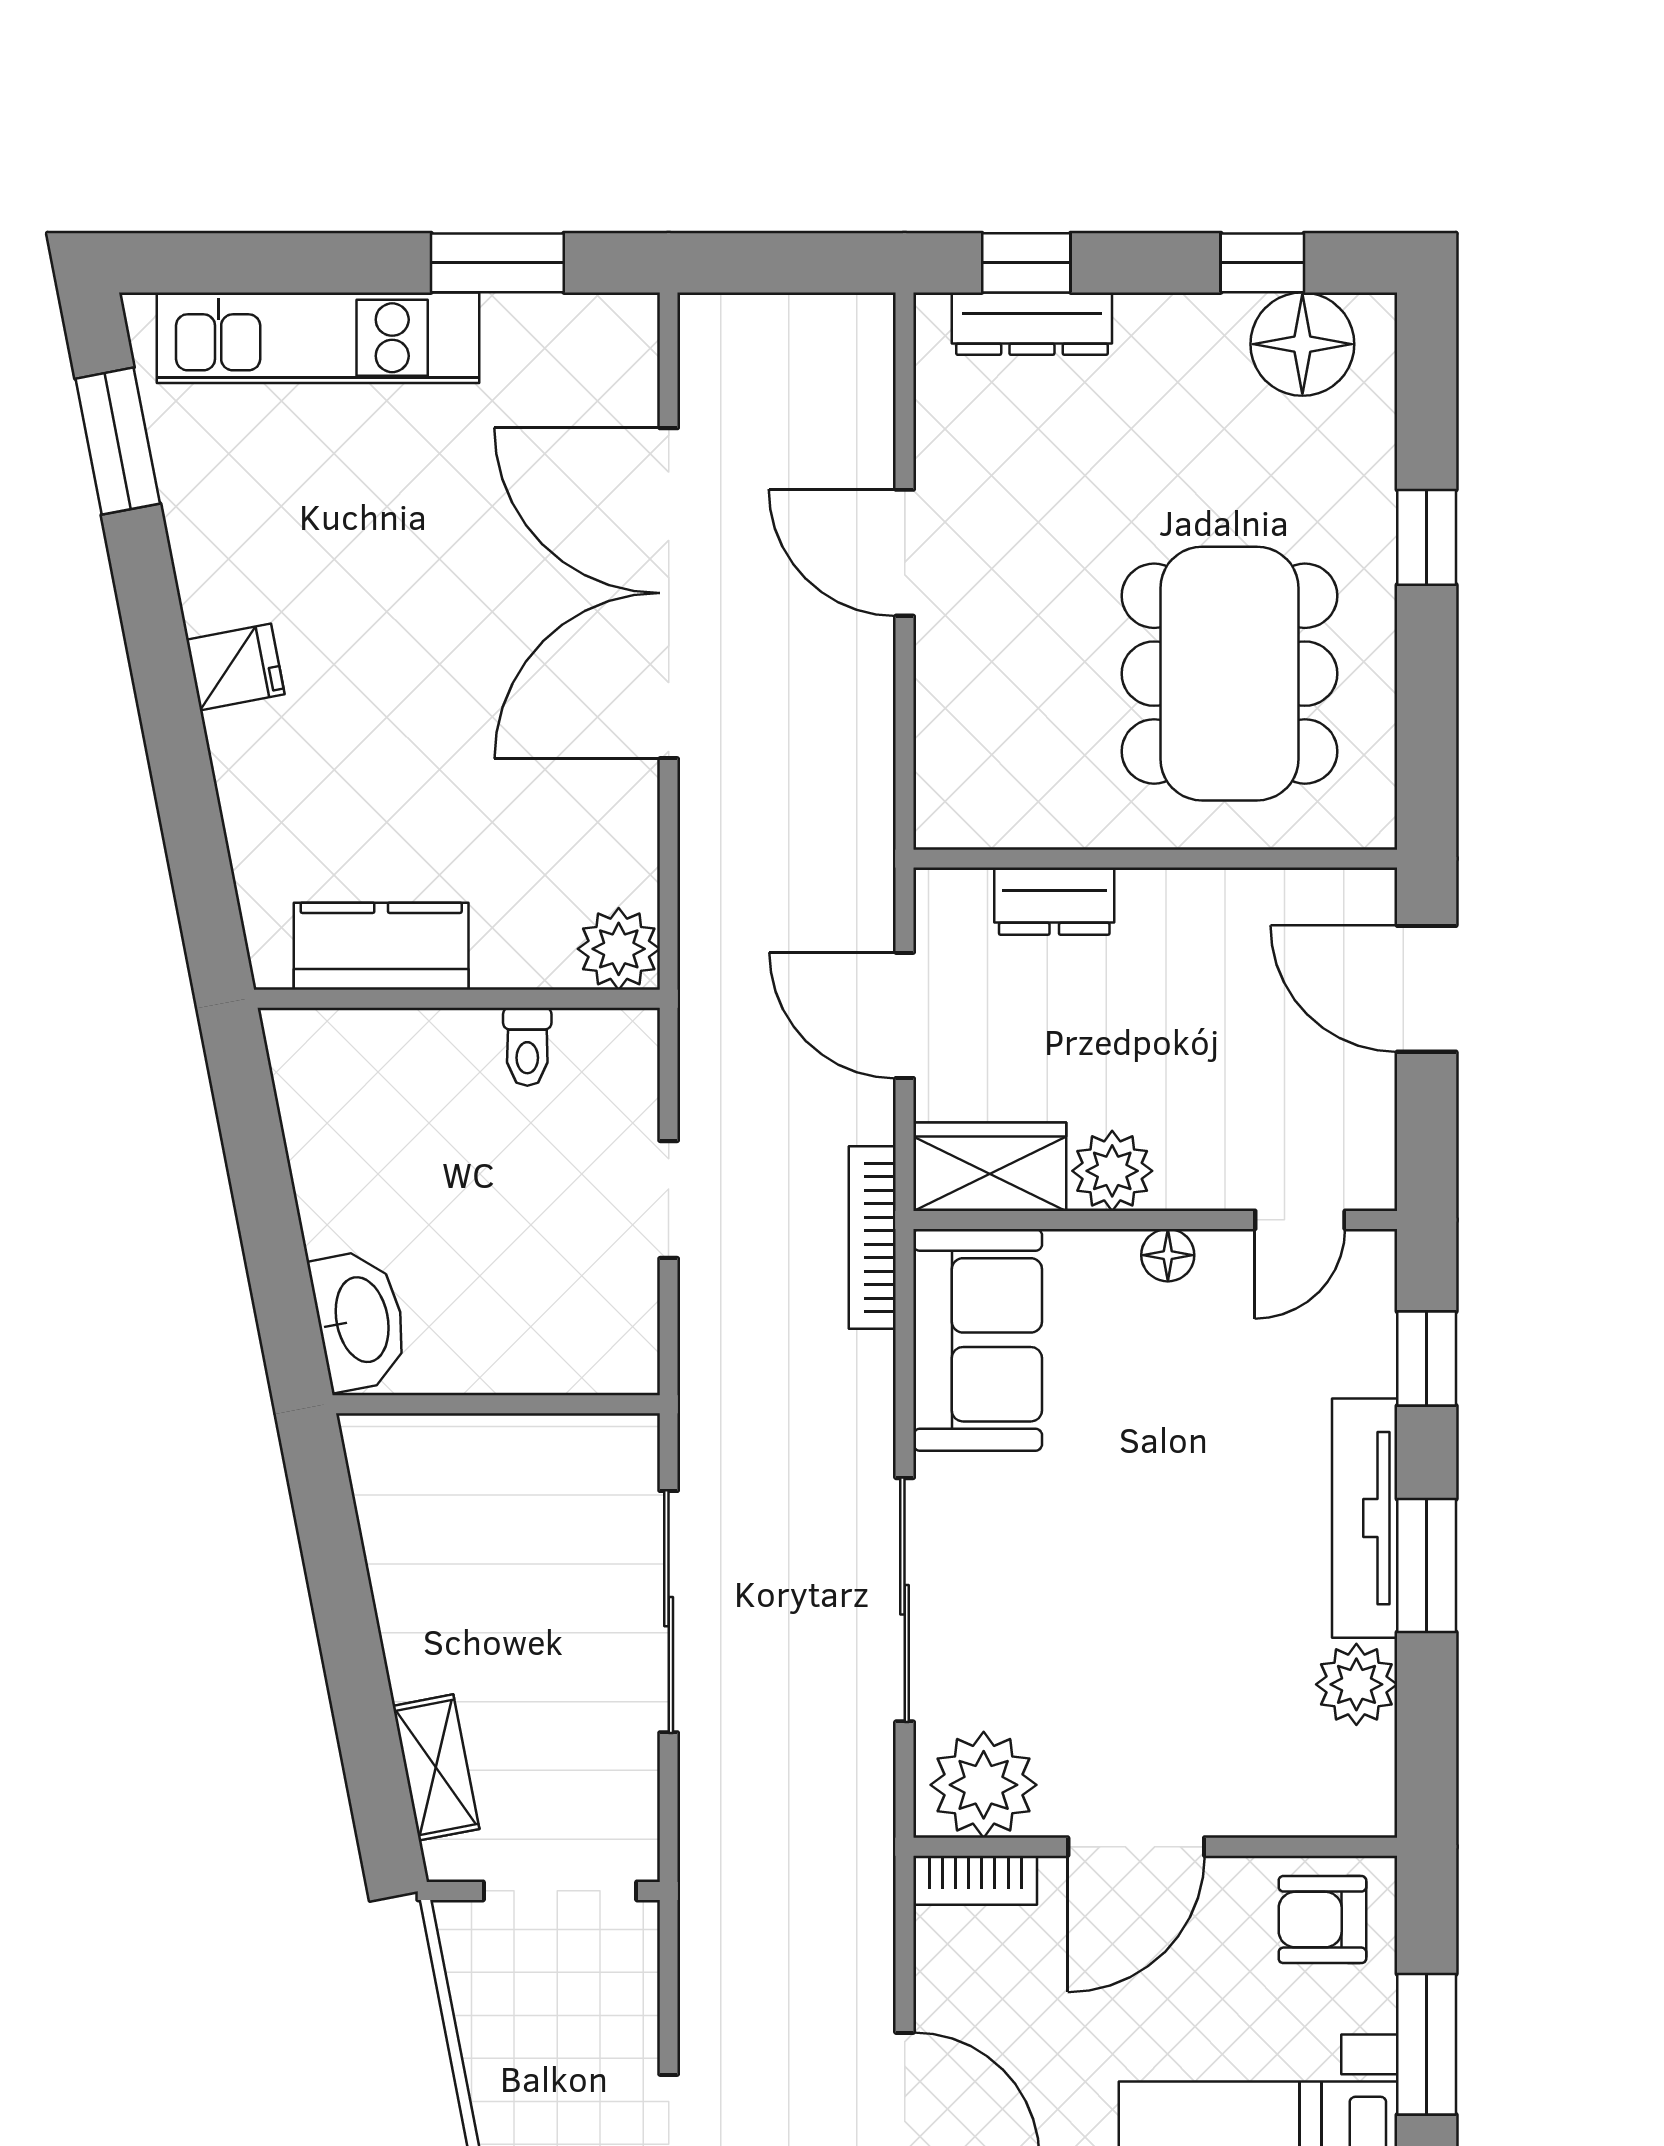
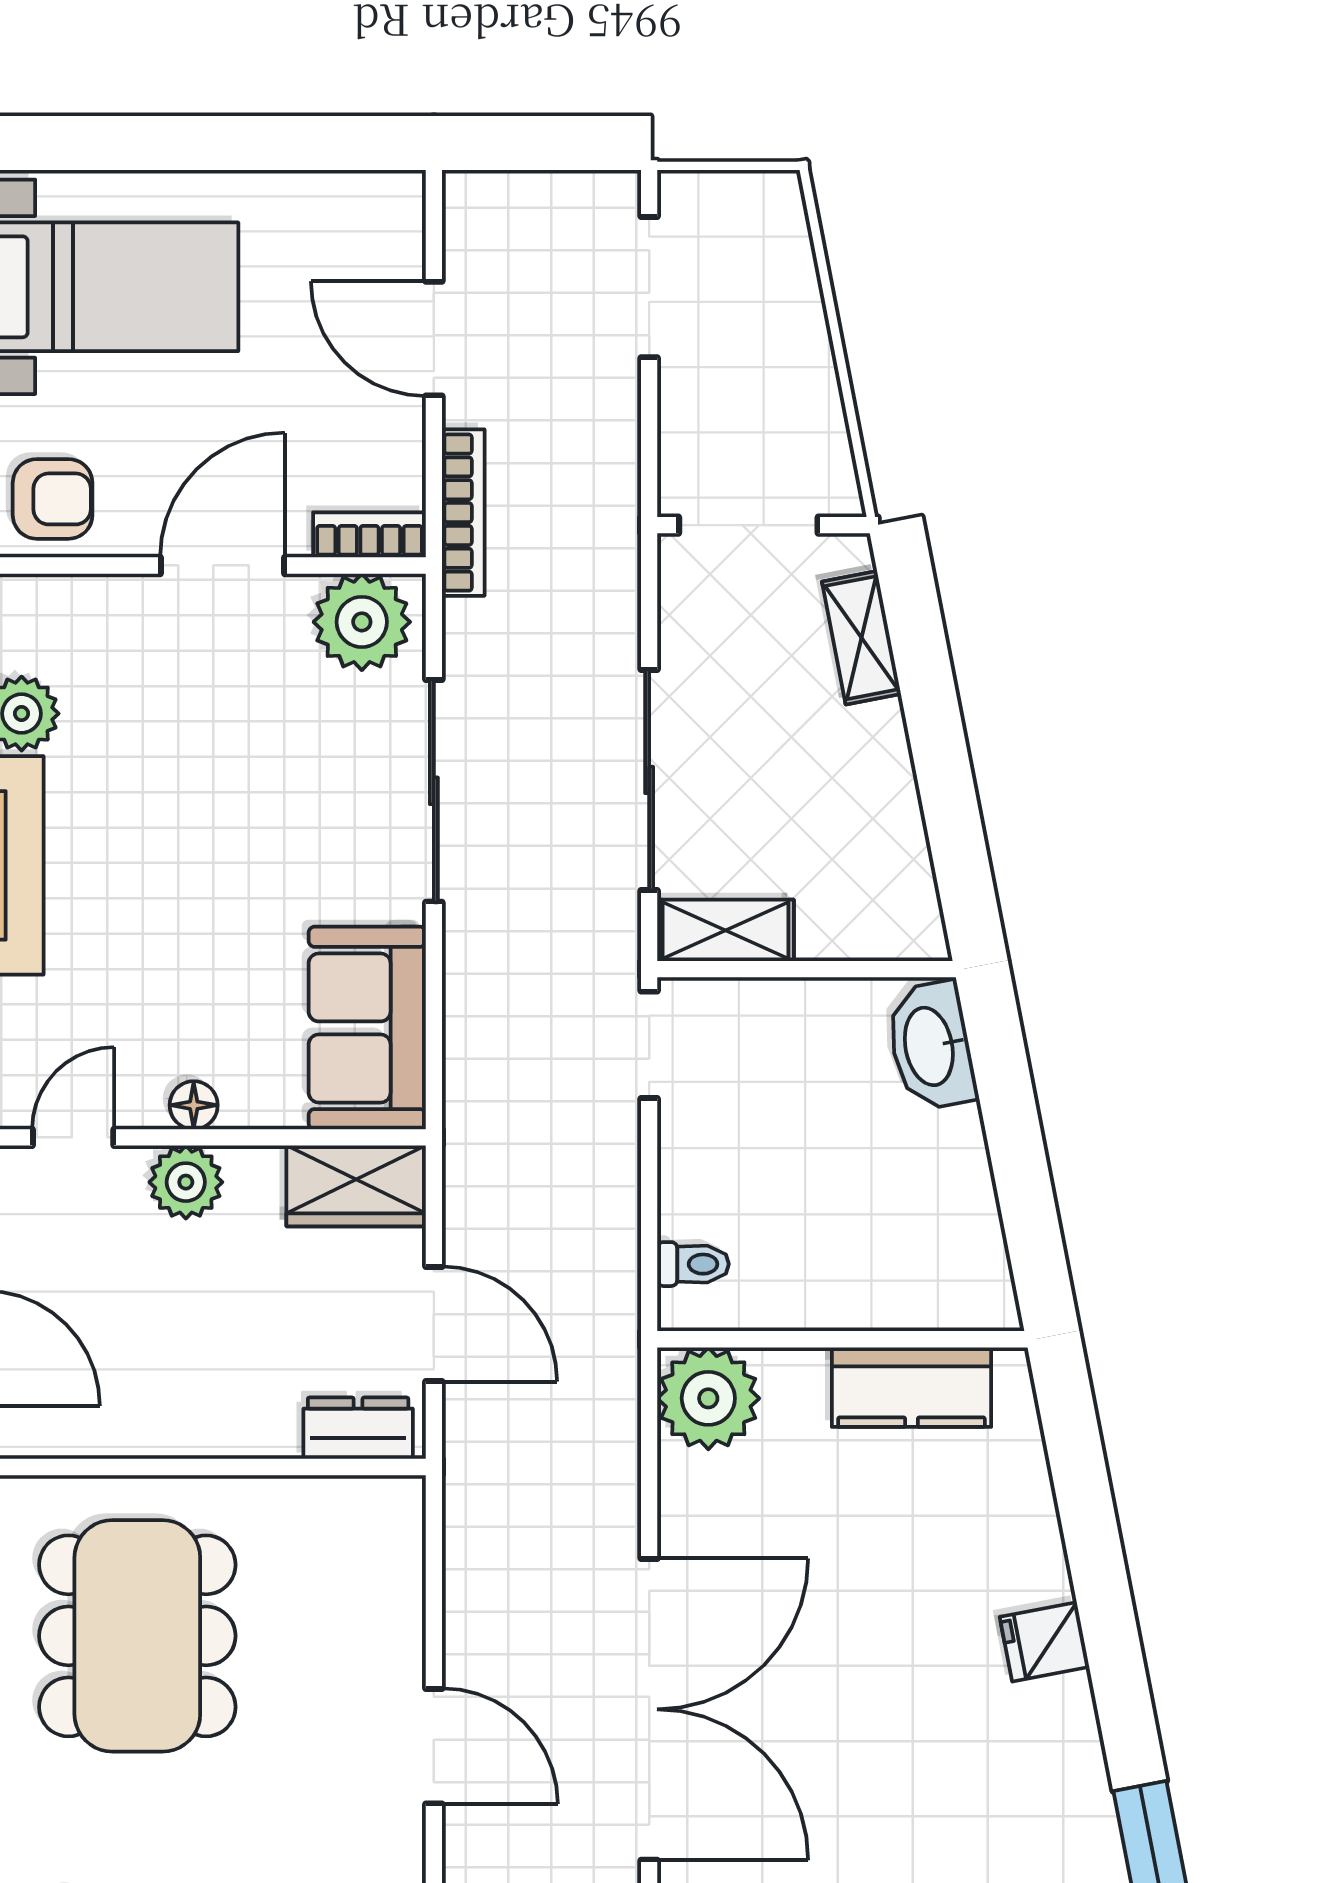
dresser: (1054, 901) -> (358, 1428), moved
plant: (619, 949) -> (708, 1398), width x1.36, depth x1.36
toilet: (527, 1047) -> (693, 1264), moved, turned 90
plant: (1112, 1171) -> (186, 1182), moved
doorway: (669, 1199) -> (649, 1045), moved
bookcase: (872, 1237) -> (463, 513), moved
shelving: (585, 1447) -> (726, 930), added

